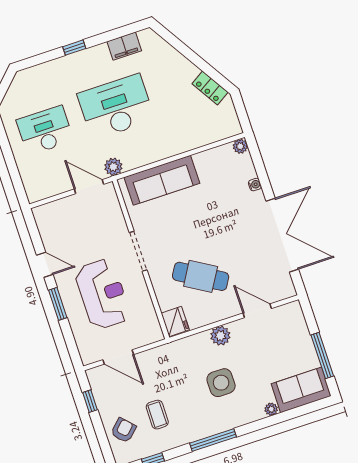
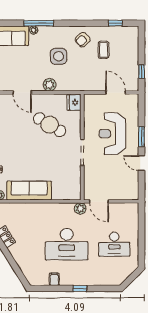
filing cabinet: (124, 46) -> (54, 279), width x0.50
sofa: (162, 180) -> (29, 191), moved
armchair: (123, 430) -> (83, 40), moved
window: (213, 440) -> (39, 23), moved

